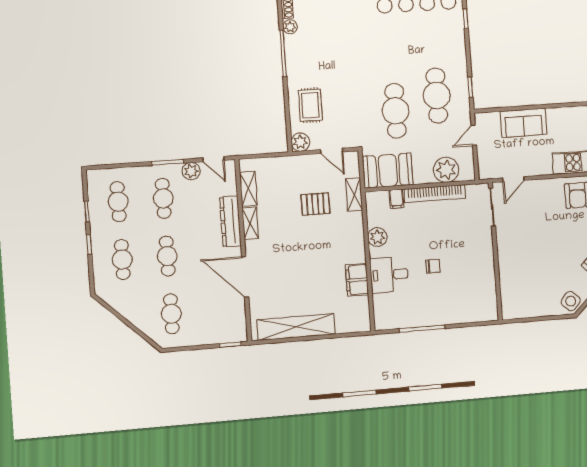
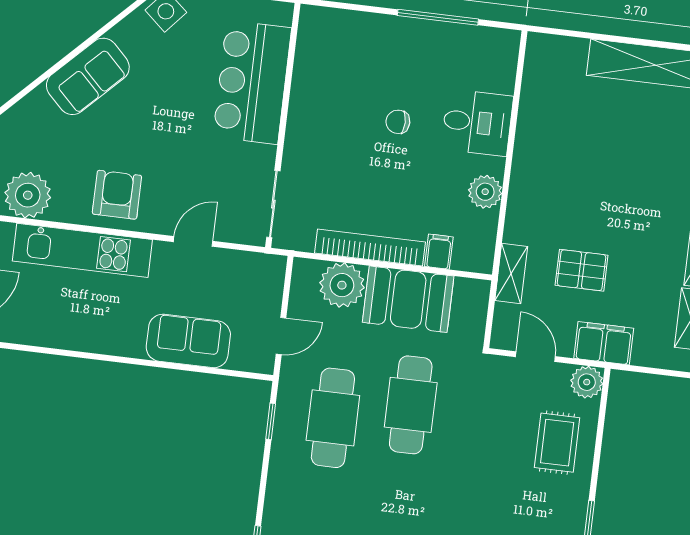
booth: (388, 171) -> (408, 299), moved
door: (513, 179) -> (193, 241), moved
bar counter: (517, 272) -> (252, 82), added
filing cabinet: (357, 280) -> (604, 343), moved, turned -90

